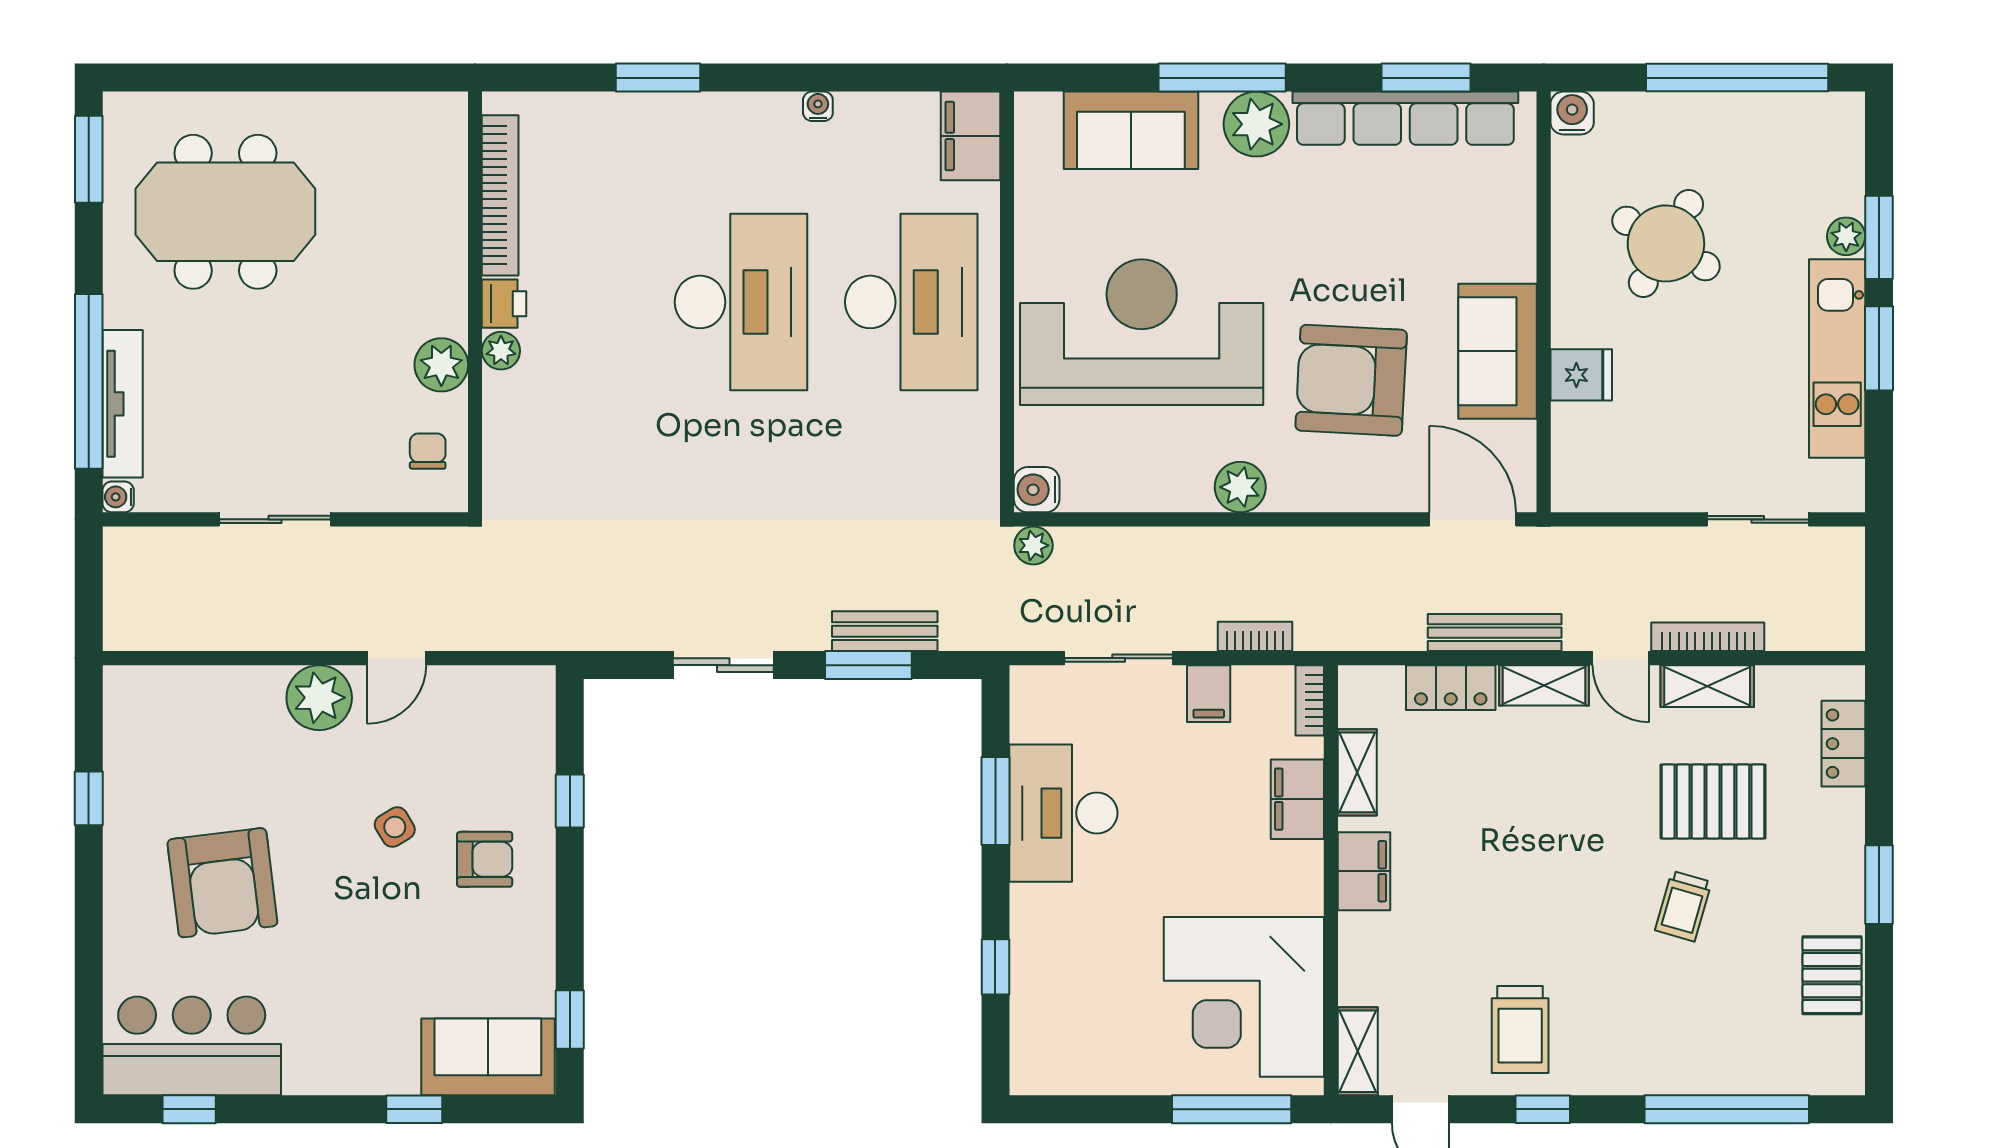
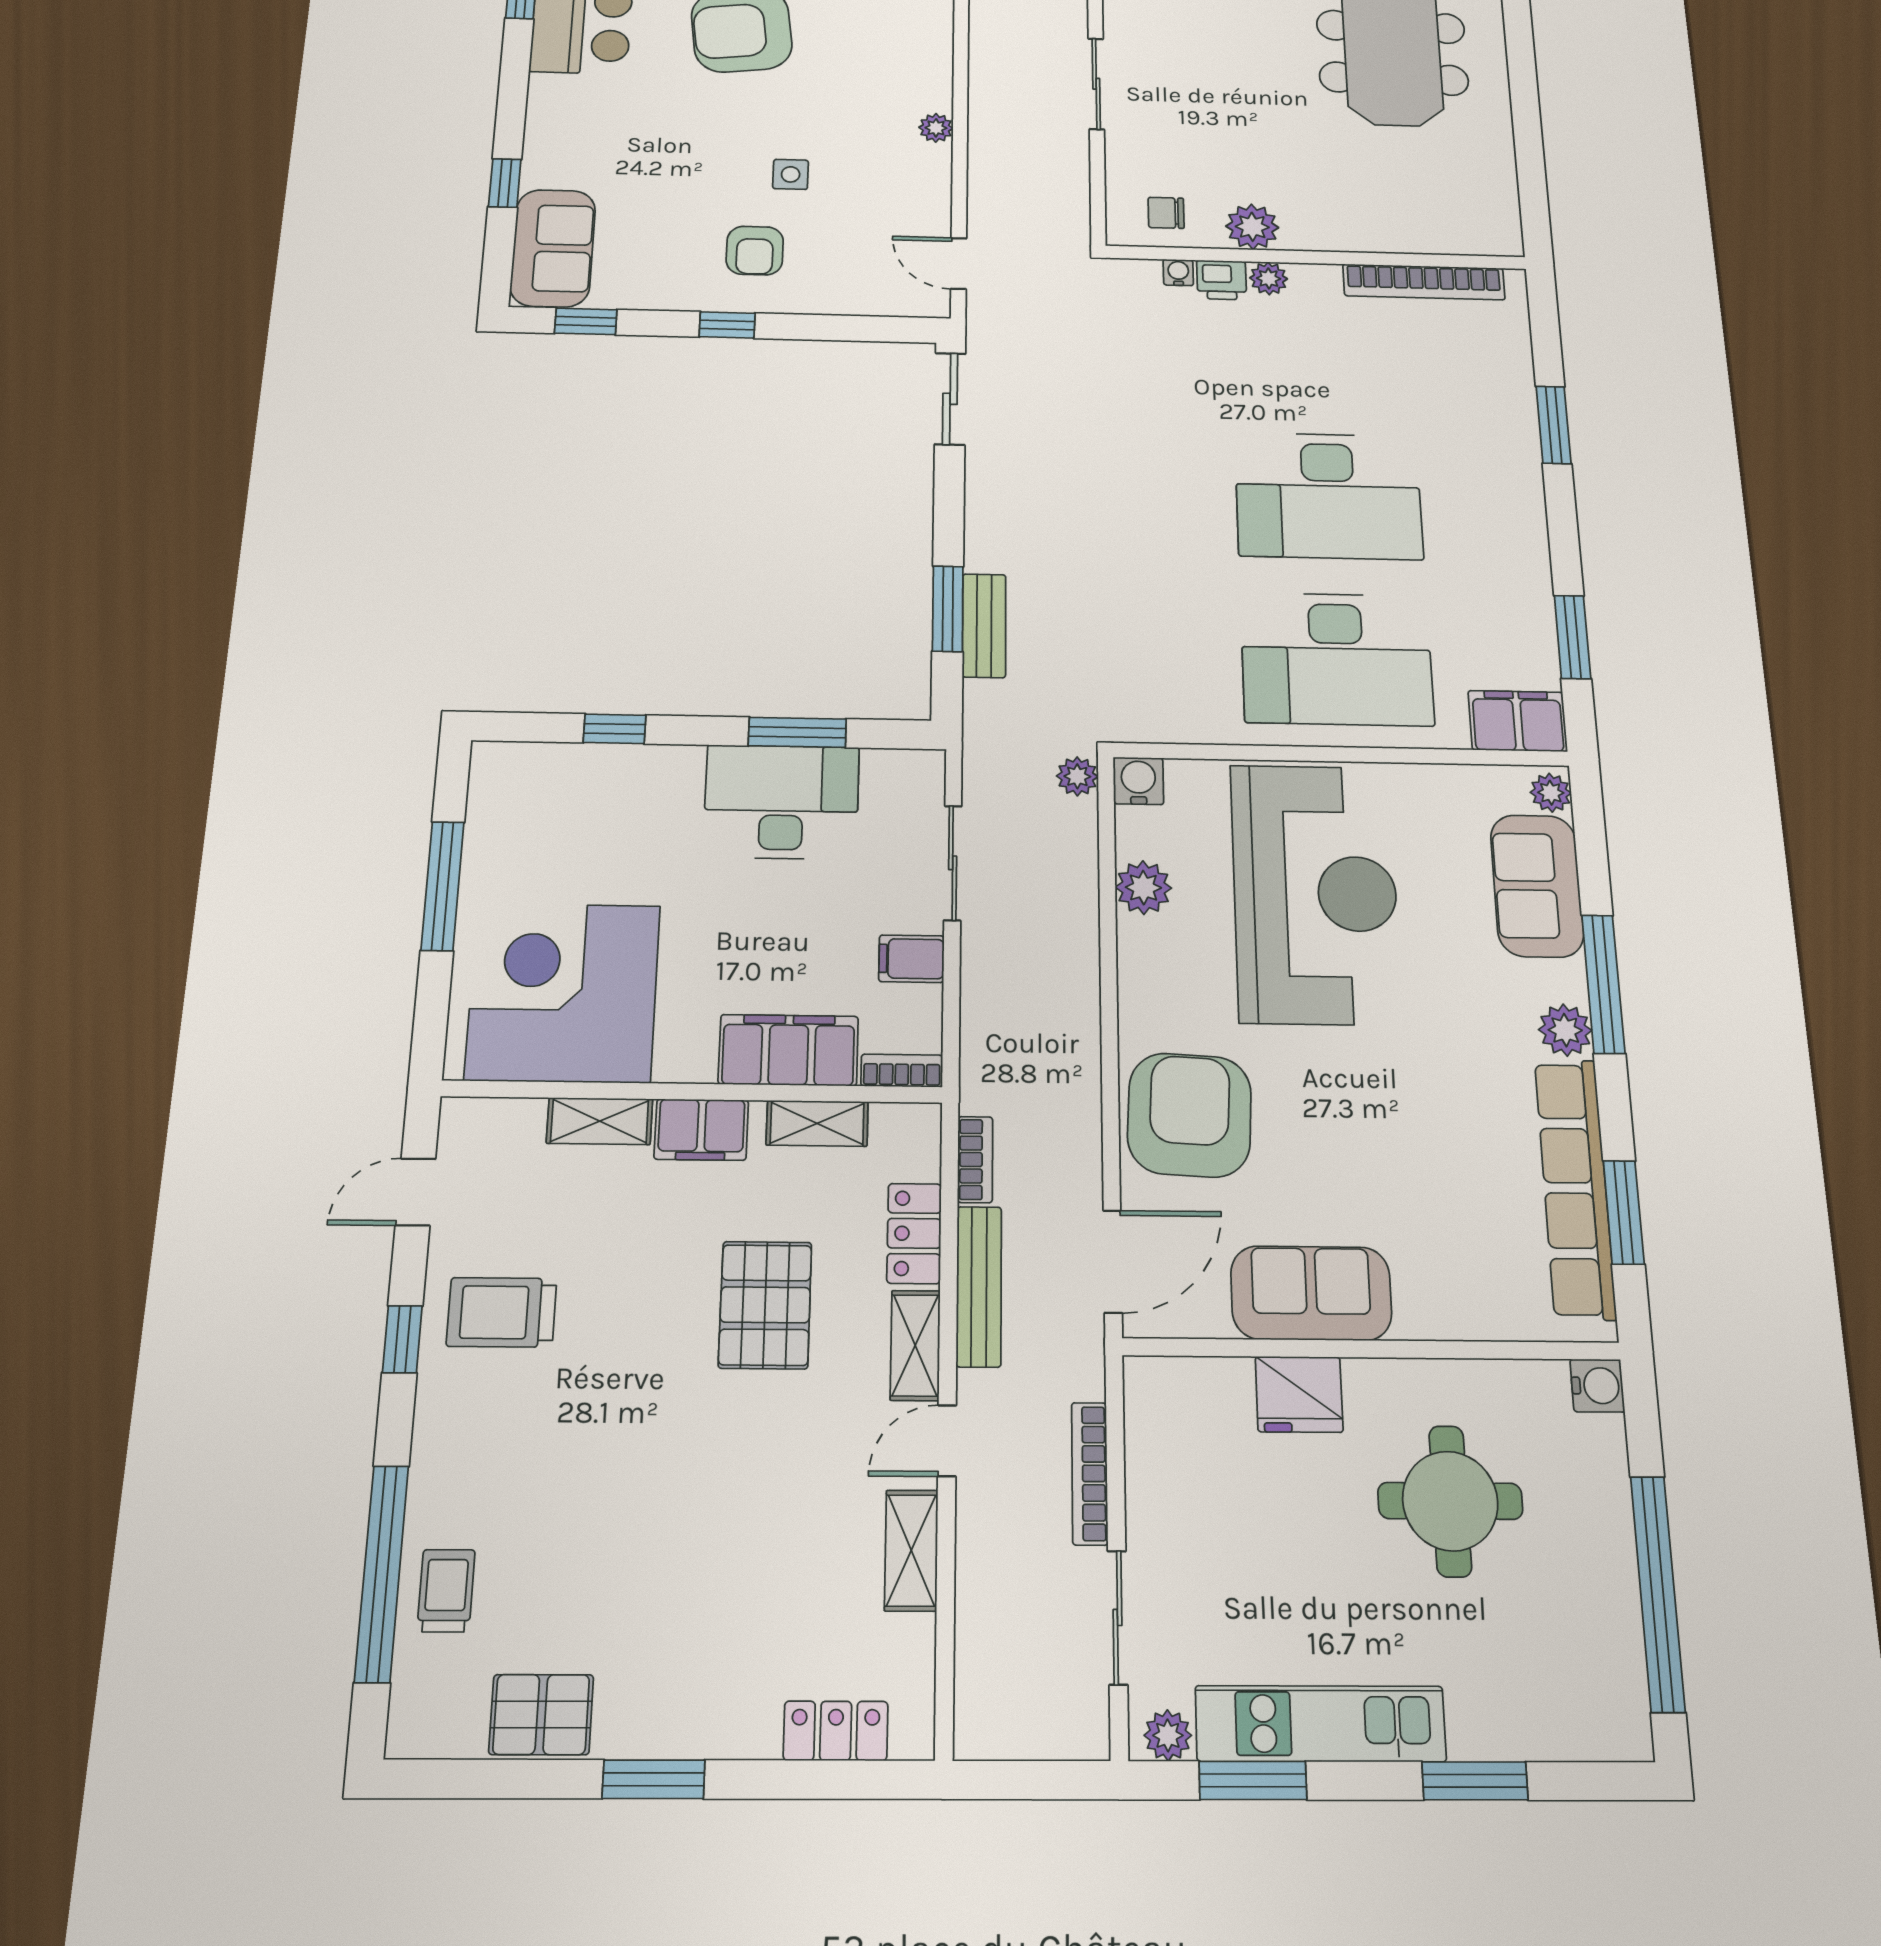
window: (884, 78) -> (1572, 637), added
water cooler: (818, 106) -> (1178, 272), moved, turned -90
plant: (1041, 111) -> (1551, 793), added
plant: (1256, 124) -> (1565, 1030), width x0.73, depth x0.73
plant: (1846, 236) -> (1168, 1735), moved
round table: (1666, 243) -> (1450, 1501), turned -30
printer: (504, 304) -> (1222, 280), moved
window: (1879, 348) -> (1253, 1780), moved
fridge: (1581, 375) -> (1299, 1394), width x1.38
armchair: (1351, 380) -> (1189, 1115), moved
chair: (428, 451) -> (1166, 213), turned 180
plant: (1240, 487) -> (1143, 888), moved
bookcase: (1255, 636) -> (975, 1160), moved
bookcase: (1708, 637) -> (1090, 1473), moved, turned 180
door: (397, 658) -> (959, 264), moved
sliding door: (723, 665) -> (950, 399), moved
plant: (319, 698) -> (936, 128), width x0.53, depth x0.53
filing cabinet: (1297, 799) -> (788, 1050), width x1.50, depth x1.17
window: (570, 801) -> (727, 325), moved
pallet: (1713, 801) -> (765, 1305), moved
side table: (395, 827) -> (791, 174), turned 31
trolley: (1683, 906) -> (446, 1591), moved, turned 74
shelving: (1358, 1051) -> (600, 1121), moved
window: (1232, 1109) -> (443, 886), moved

